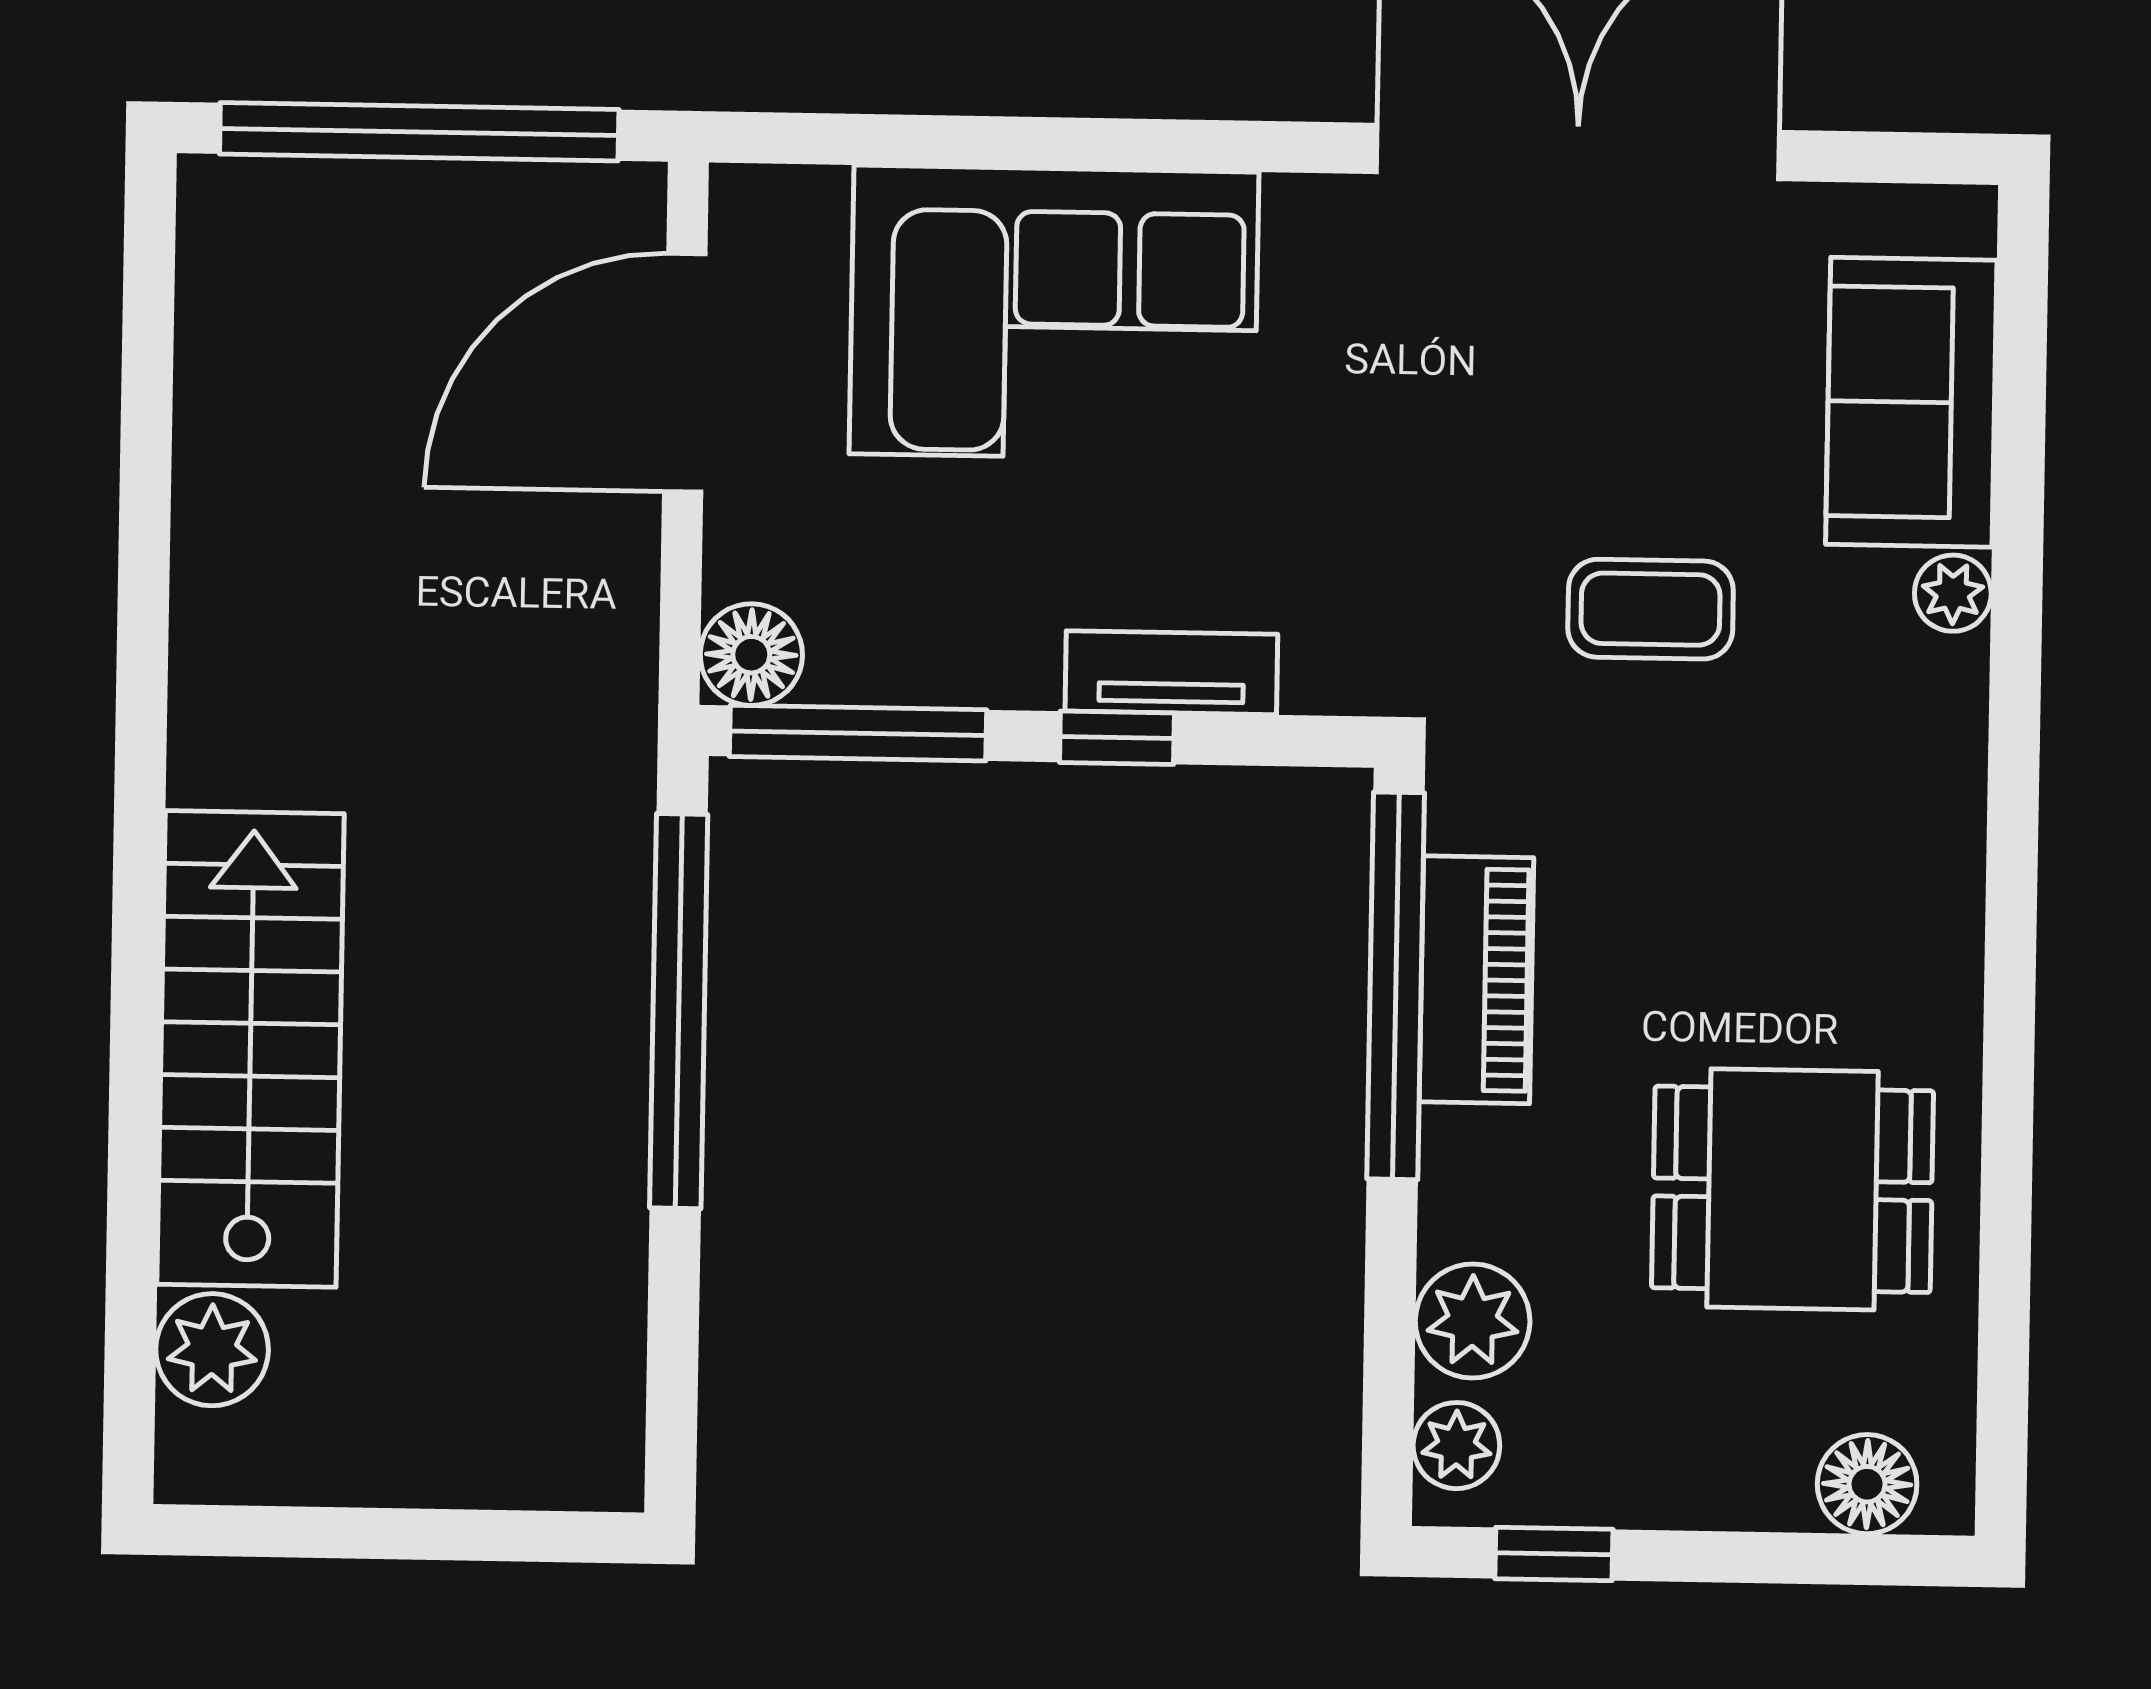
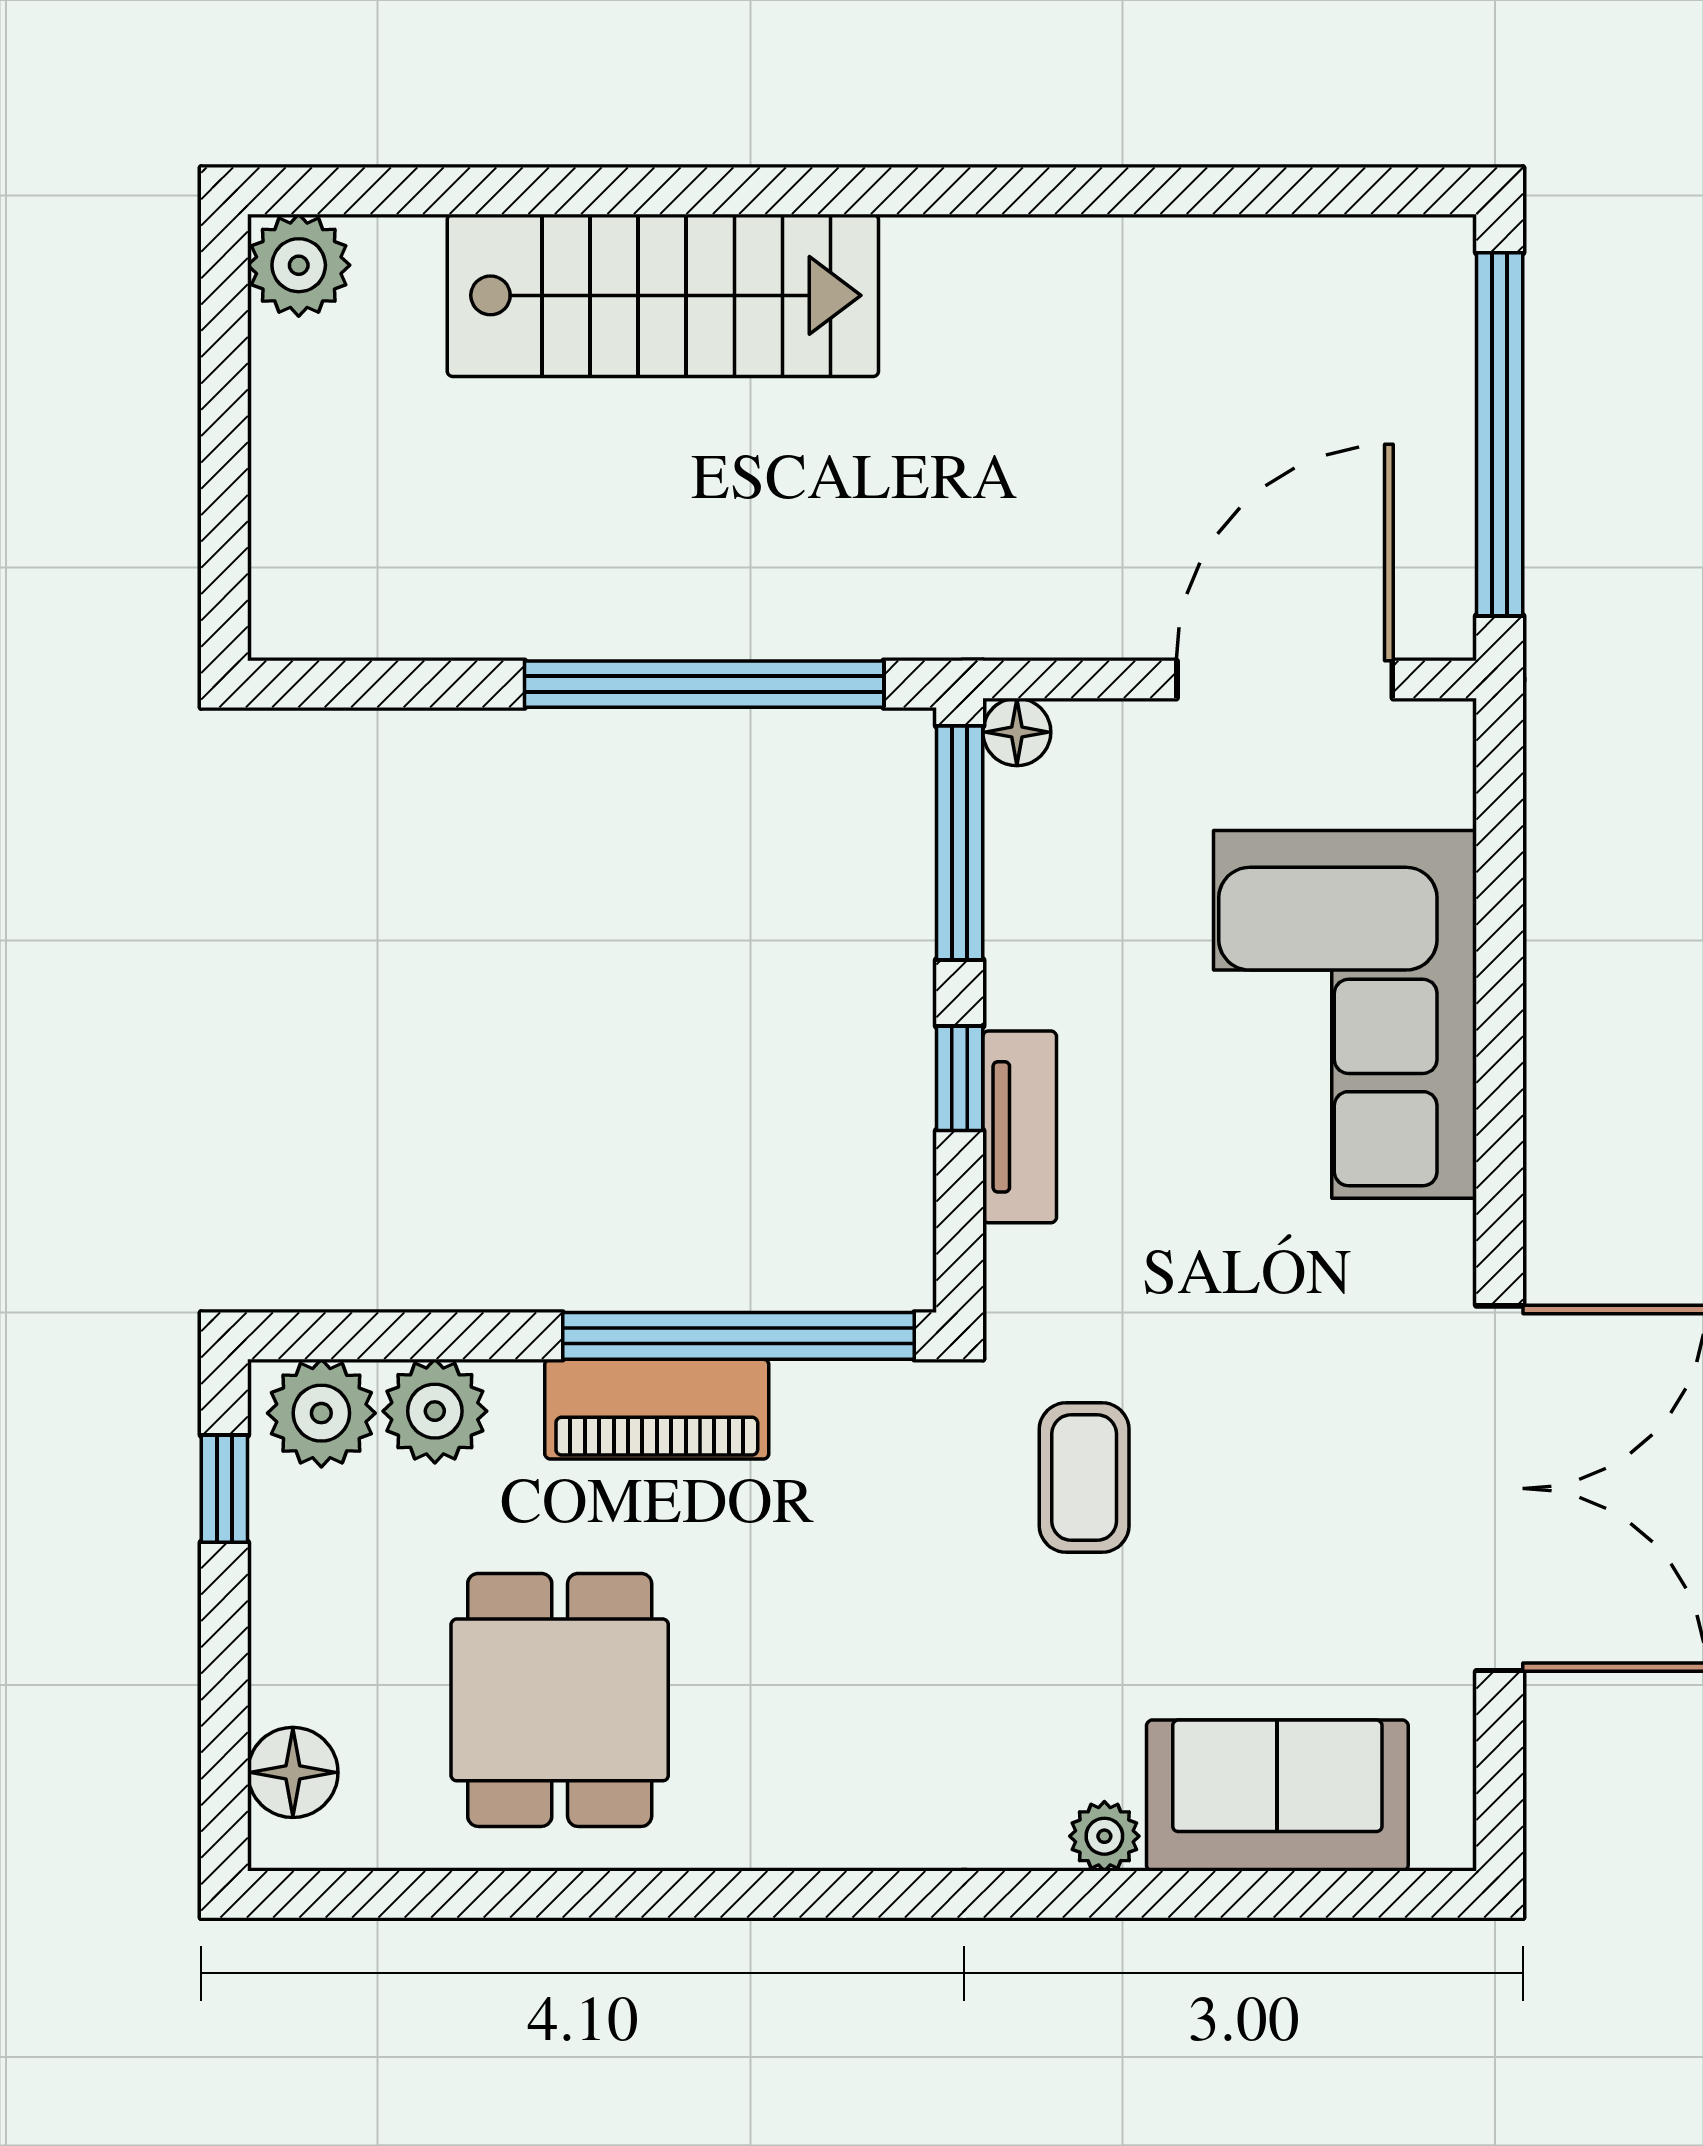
door: (685, 373) -> (1285, 680), hinge flipped
coffee table: (1651, 609) -> (1084, 1478), moved
floor lamp: (751, 655) -> (1017, 732), width x0.73, depth x0.73
piano: (1476, 980) -> (657, 1409), moved
plant: (212, 1350) -> (299, 265), moved
plant: (1456, 1446) -> (321, 1413), width x1.38, depth x1.38

